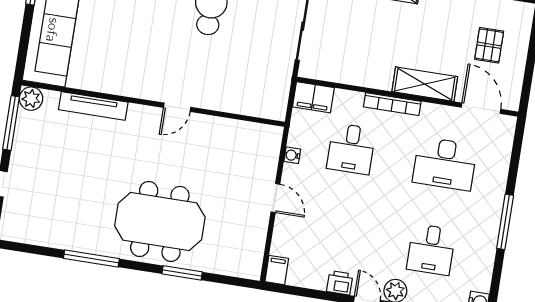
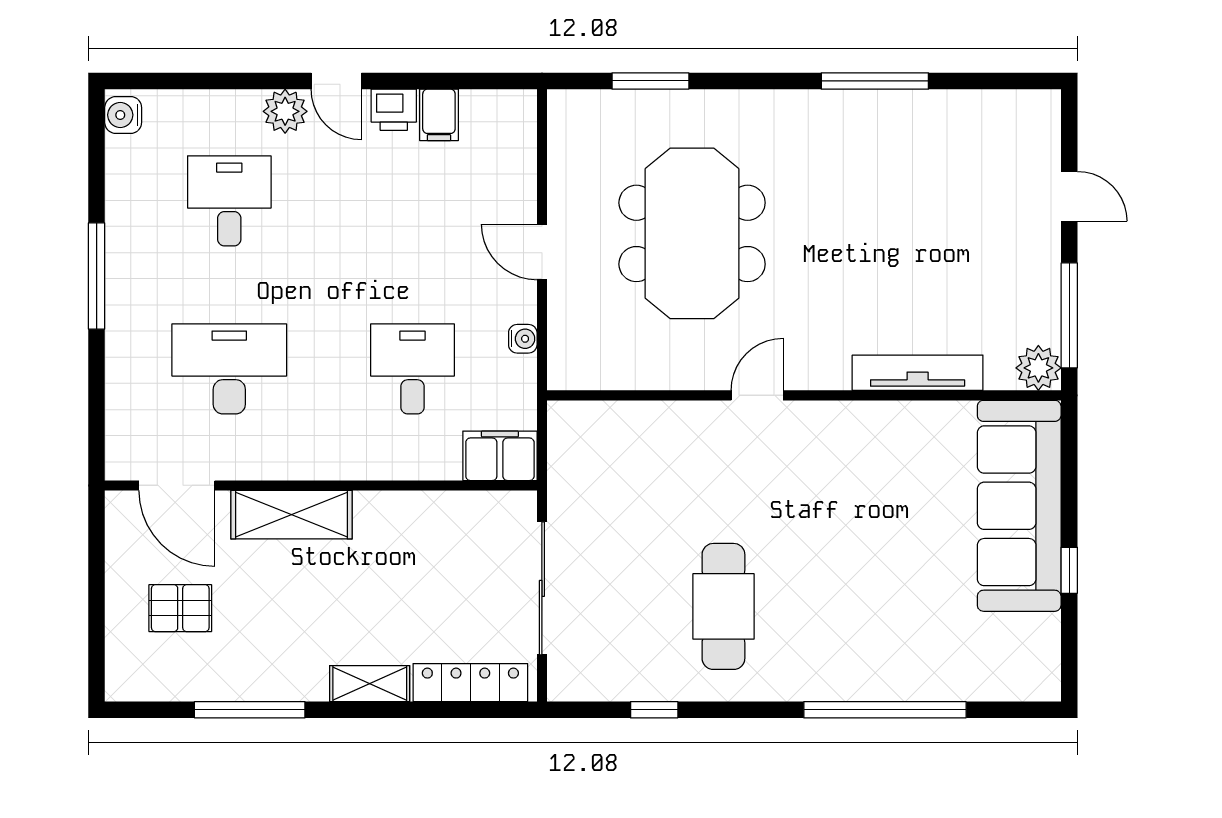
pallet: (489, 45) -> (180, 608), turned 90
bookcase: (392, 104) -> (347, 467), removed
meeting table: (160, 221) -> (692, 233), moved, turned 90
filing cabinet: (277, 270) -> (439, 115), moved
window: (182, 273) -> (650, 81), moved

